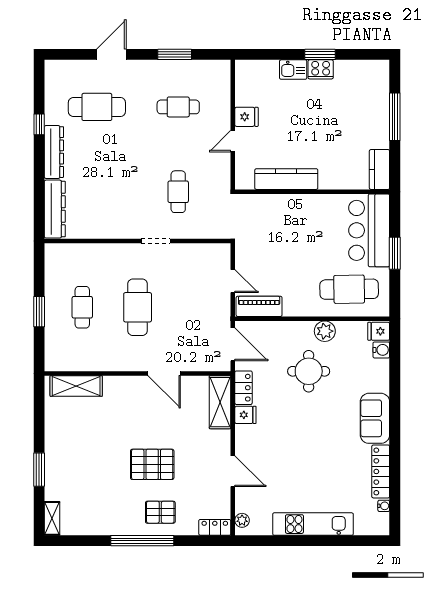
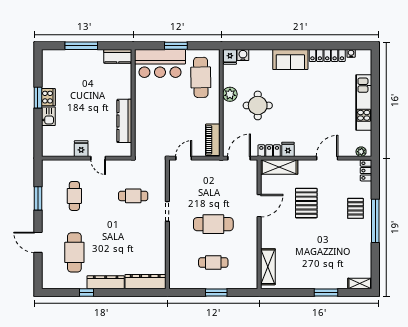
door: (233, 281) -> (184, 158), moved
pallet: (152, 464) -> (306, 203), moved

